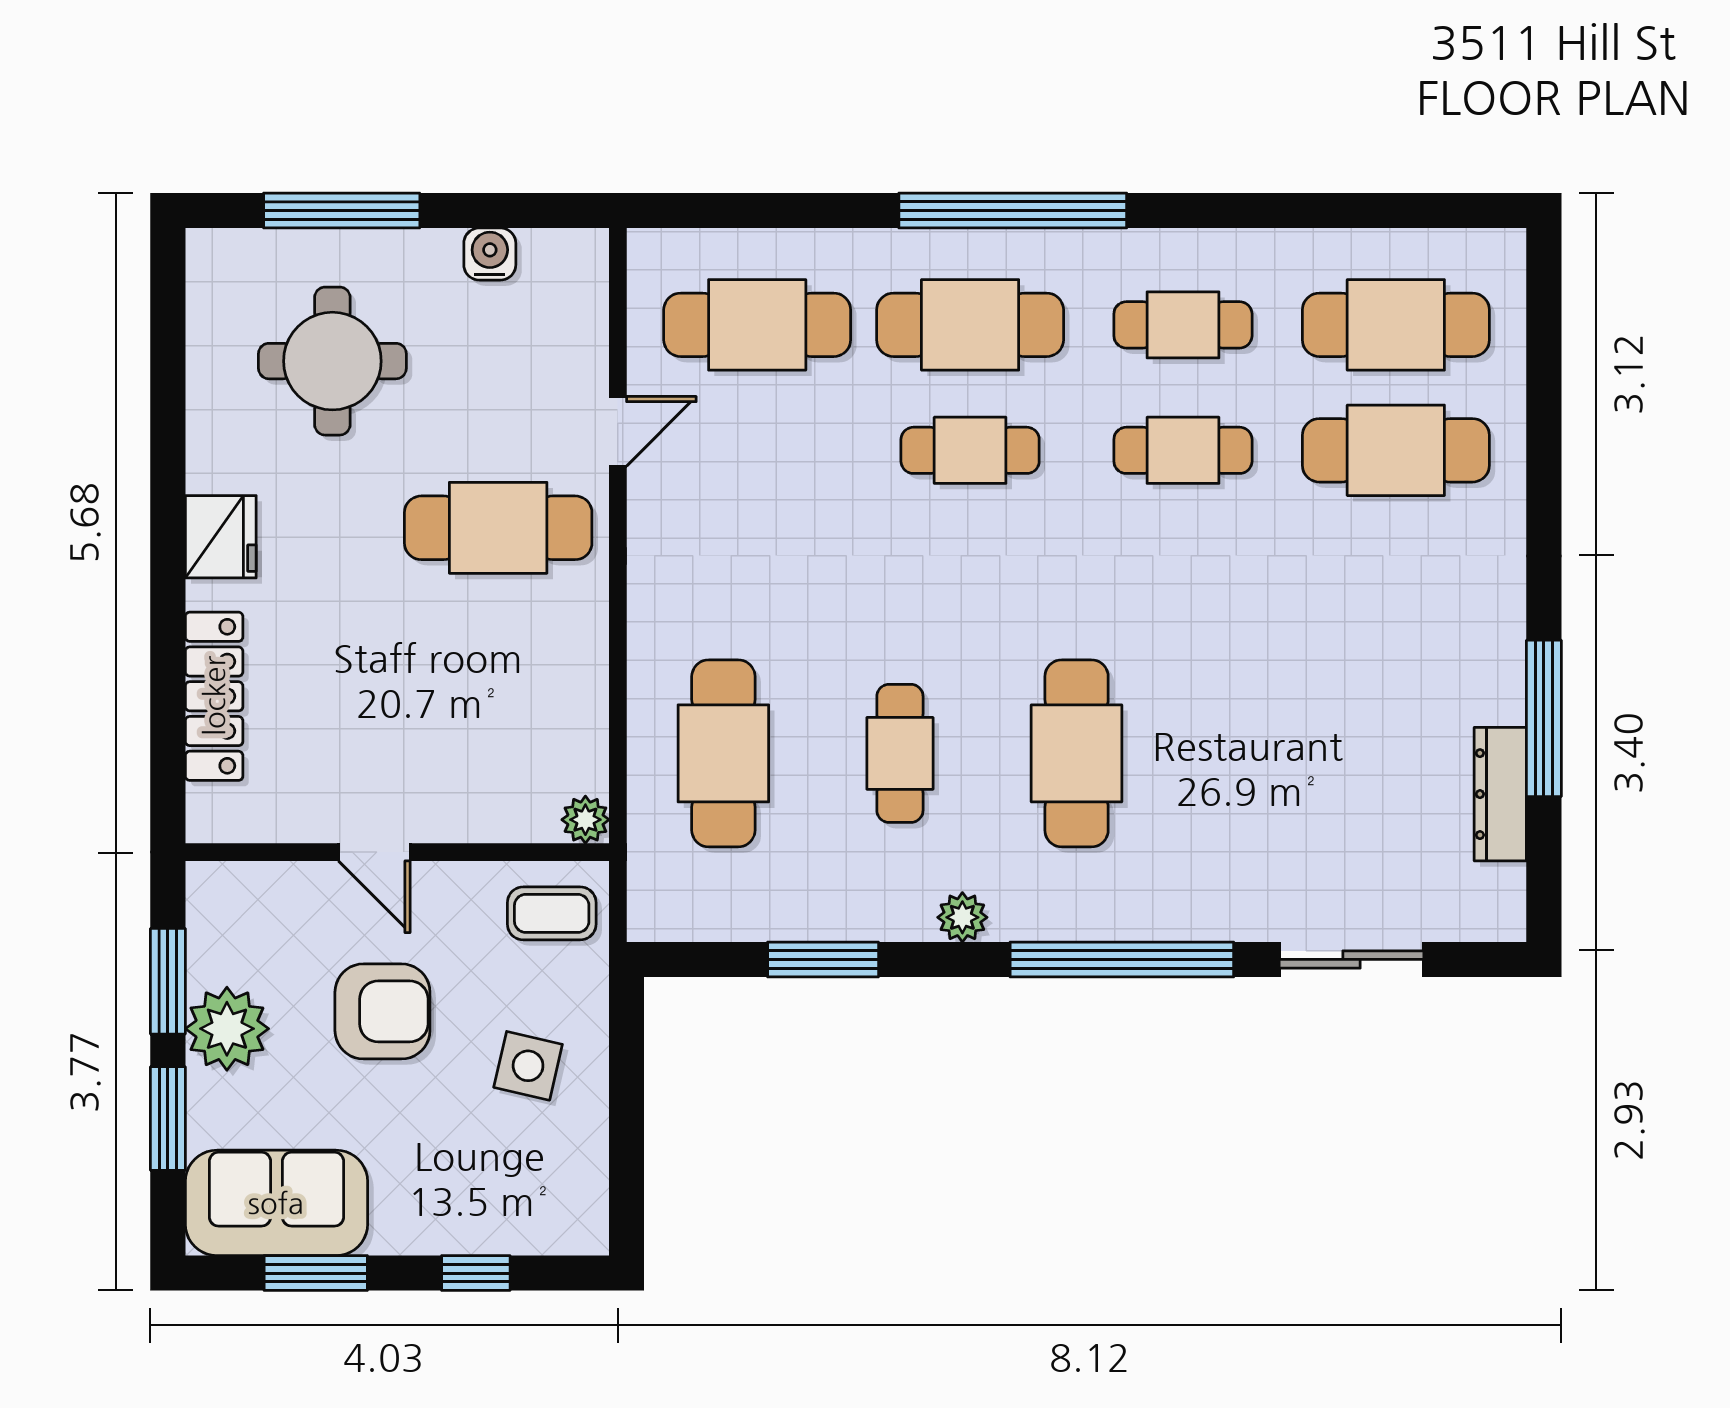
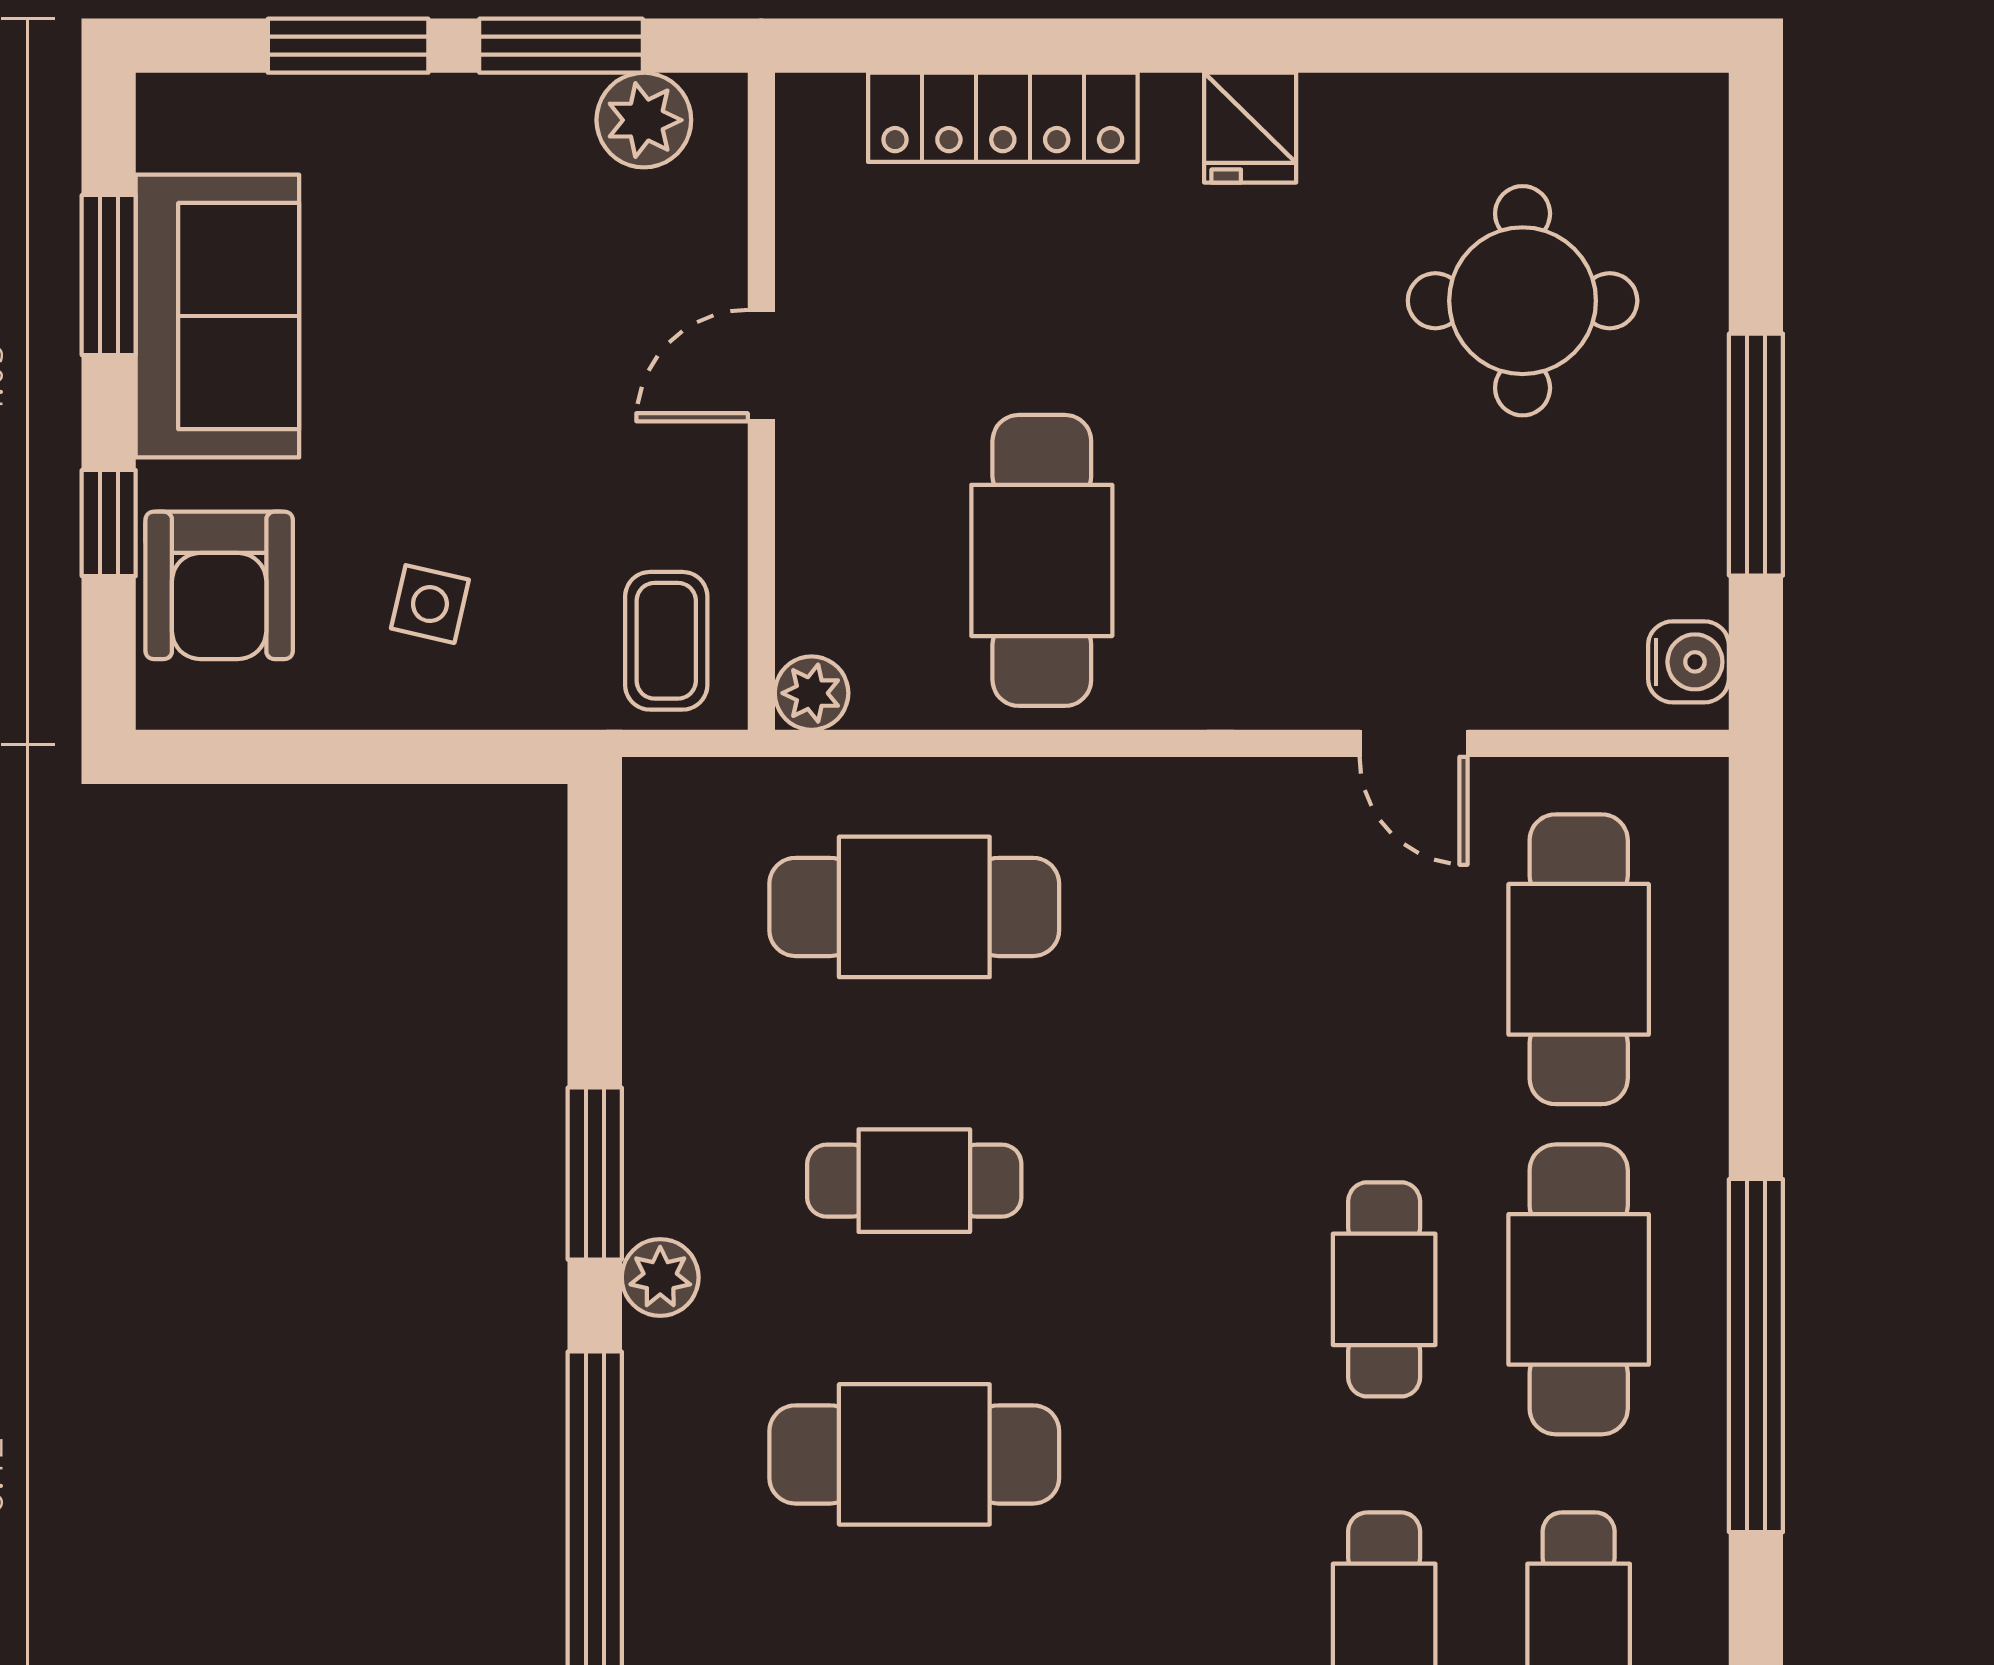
window: (342, 211) -> (1756, 455), moved
water cooler: (490, 254) -> (1688, 662), moved
cafe table: (498, 528) -> (1042, 560), moved
fridge: (221, 537) -> (1250, 128), width x0.72
window: (823, 959) -> (595, 1174), moved
armchair: (382, 1011) -> (219, 585), moved
plant: (227, 1029) -> (644, 120), moved, width x0.73, depth x0.73
side table: (528, 1066) -> (430, 604), width x0.73, depth x0.73
sofa: (276, 1203) -> (217, 316), moved

